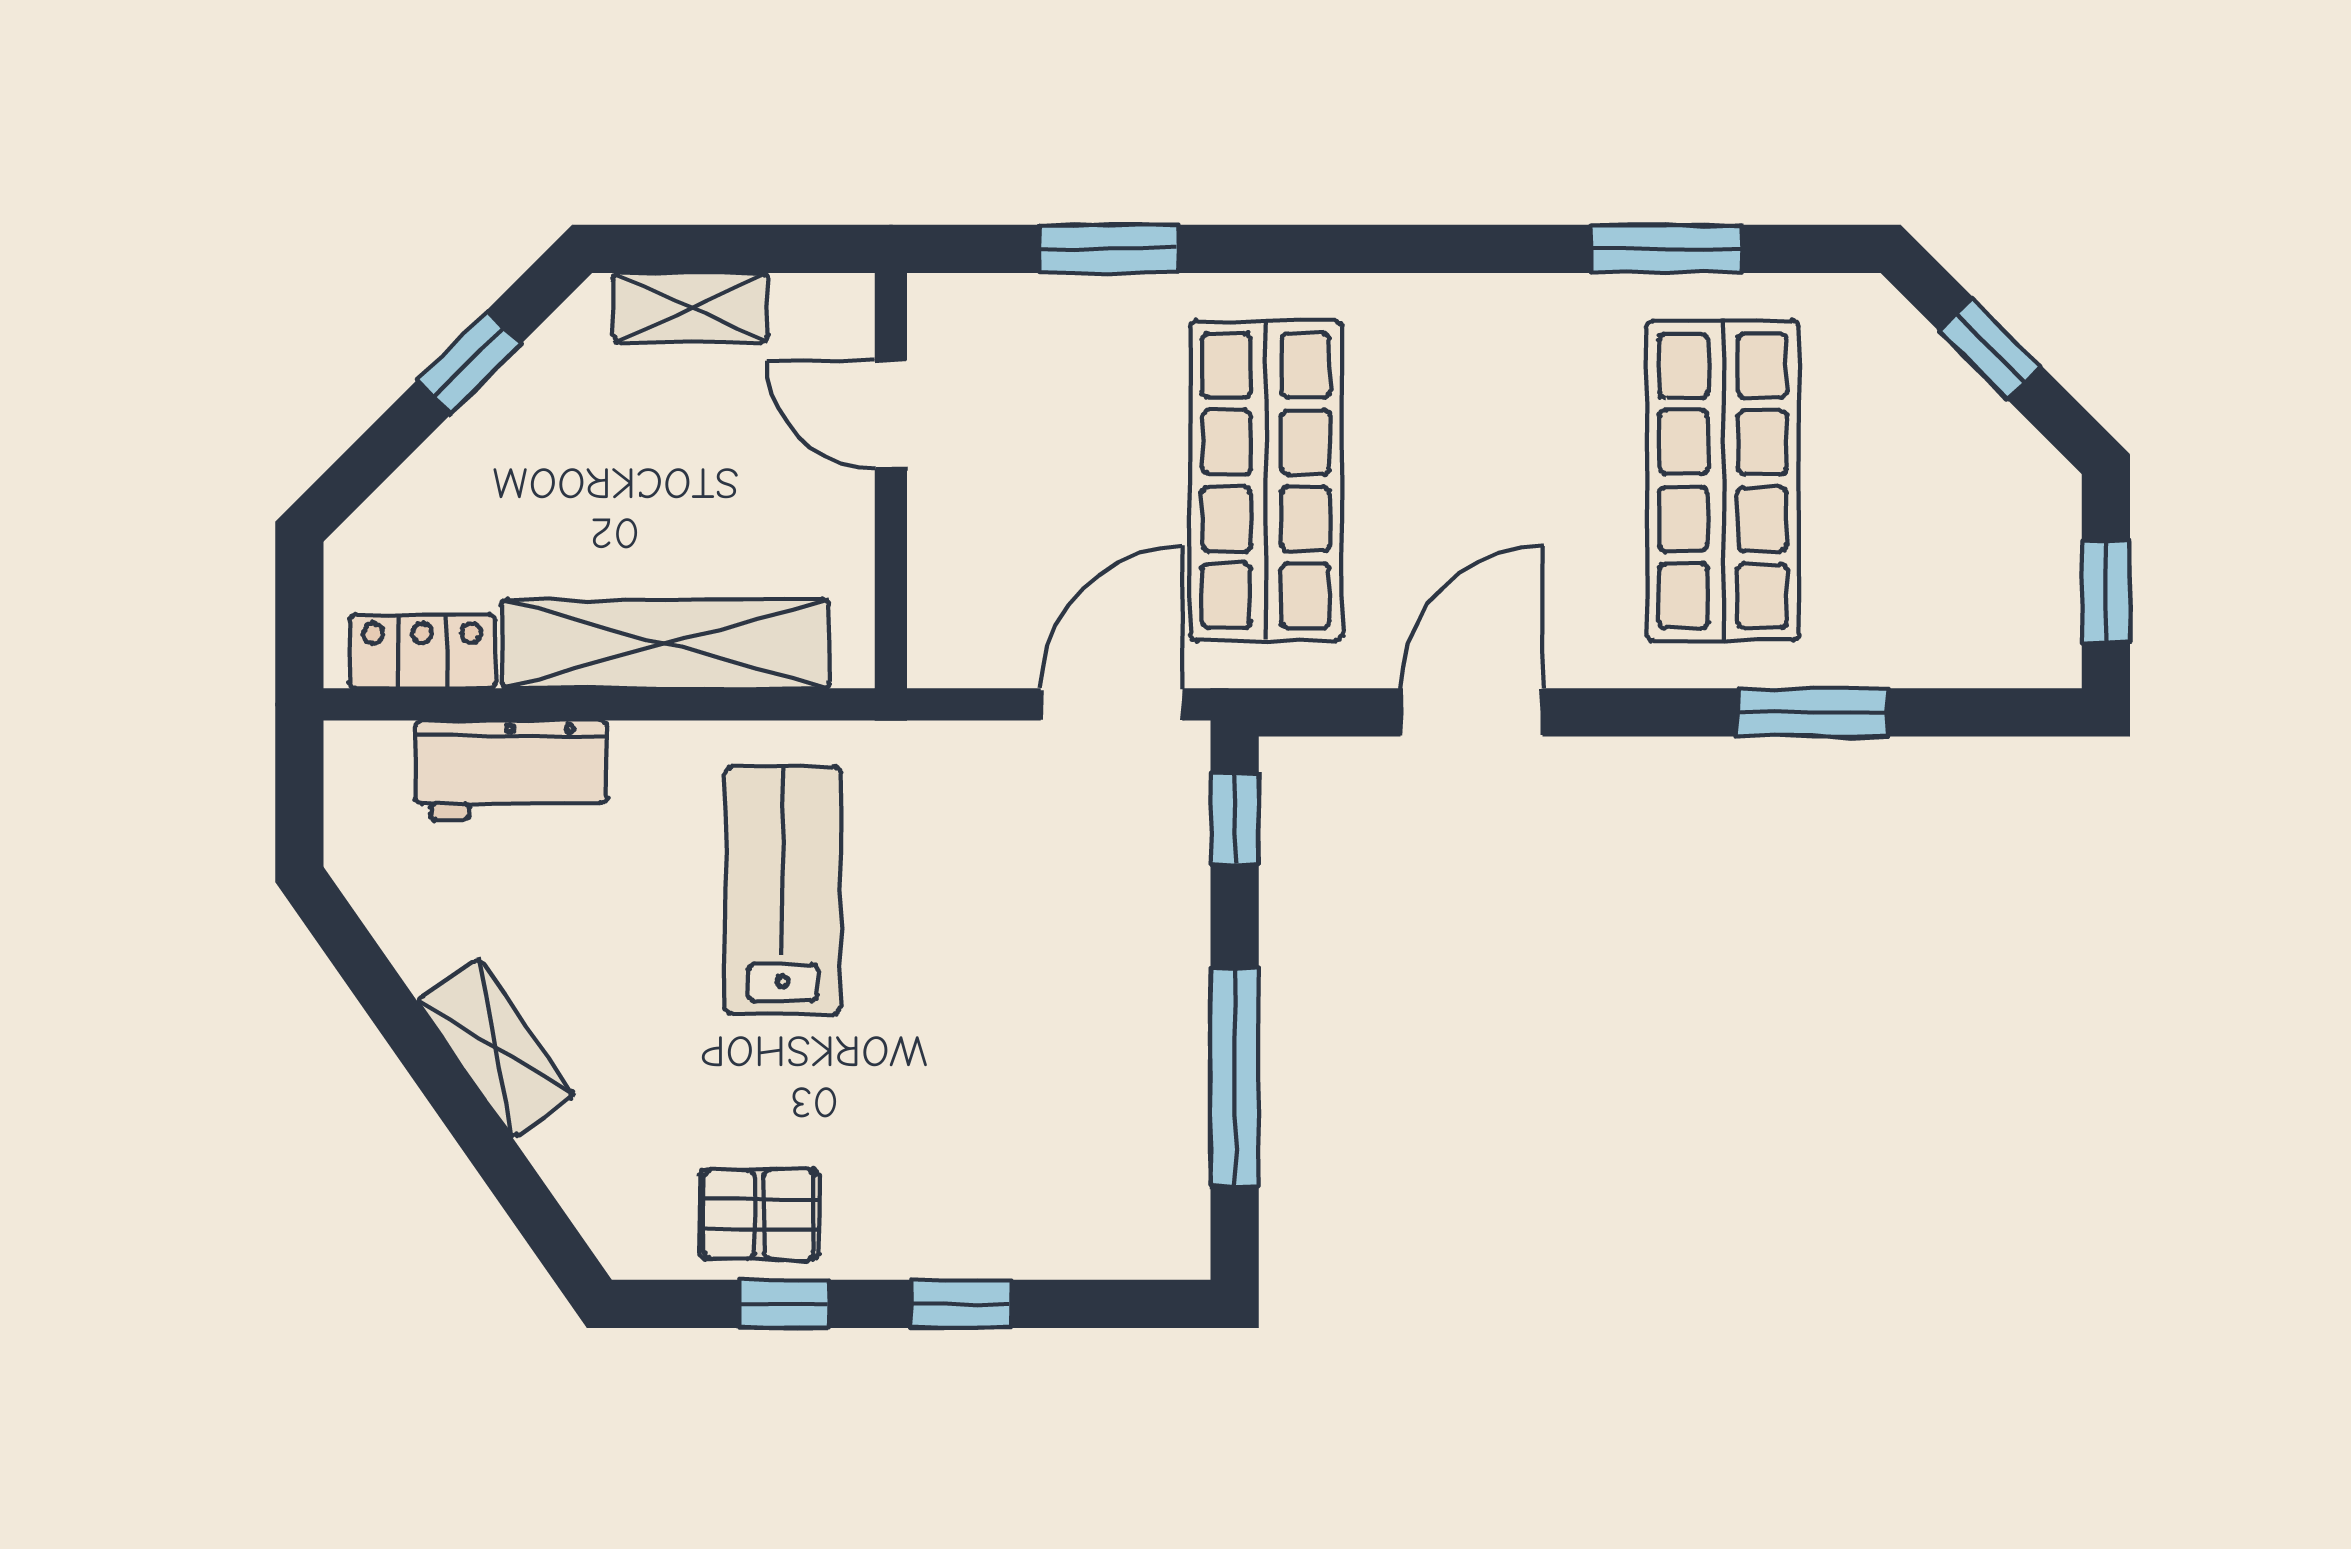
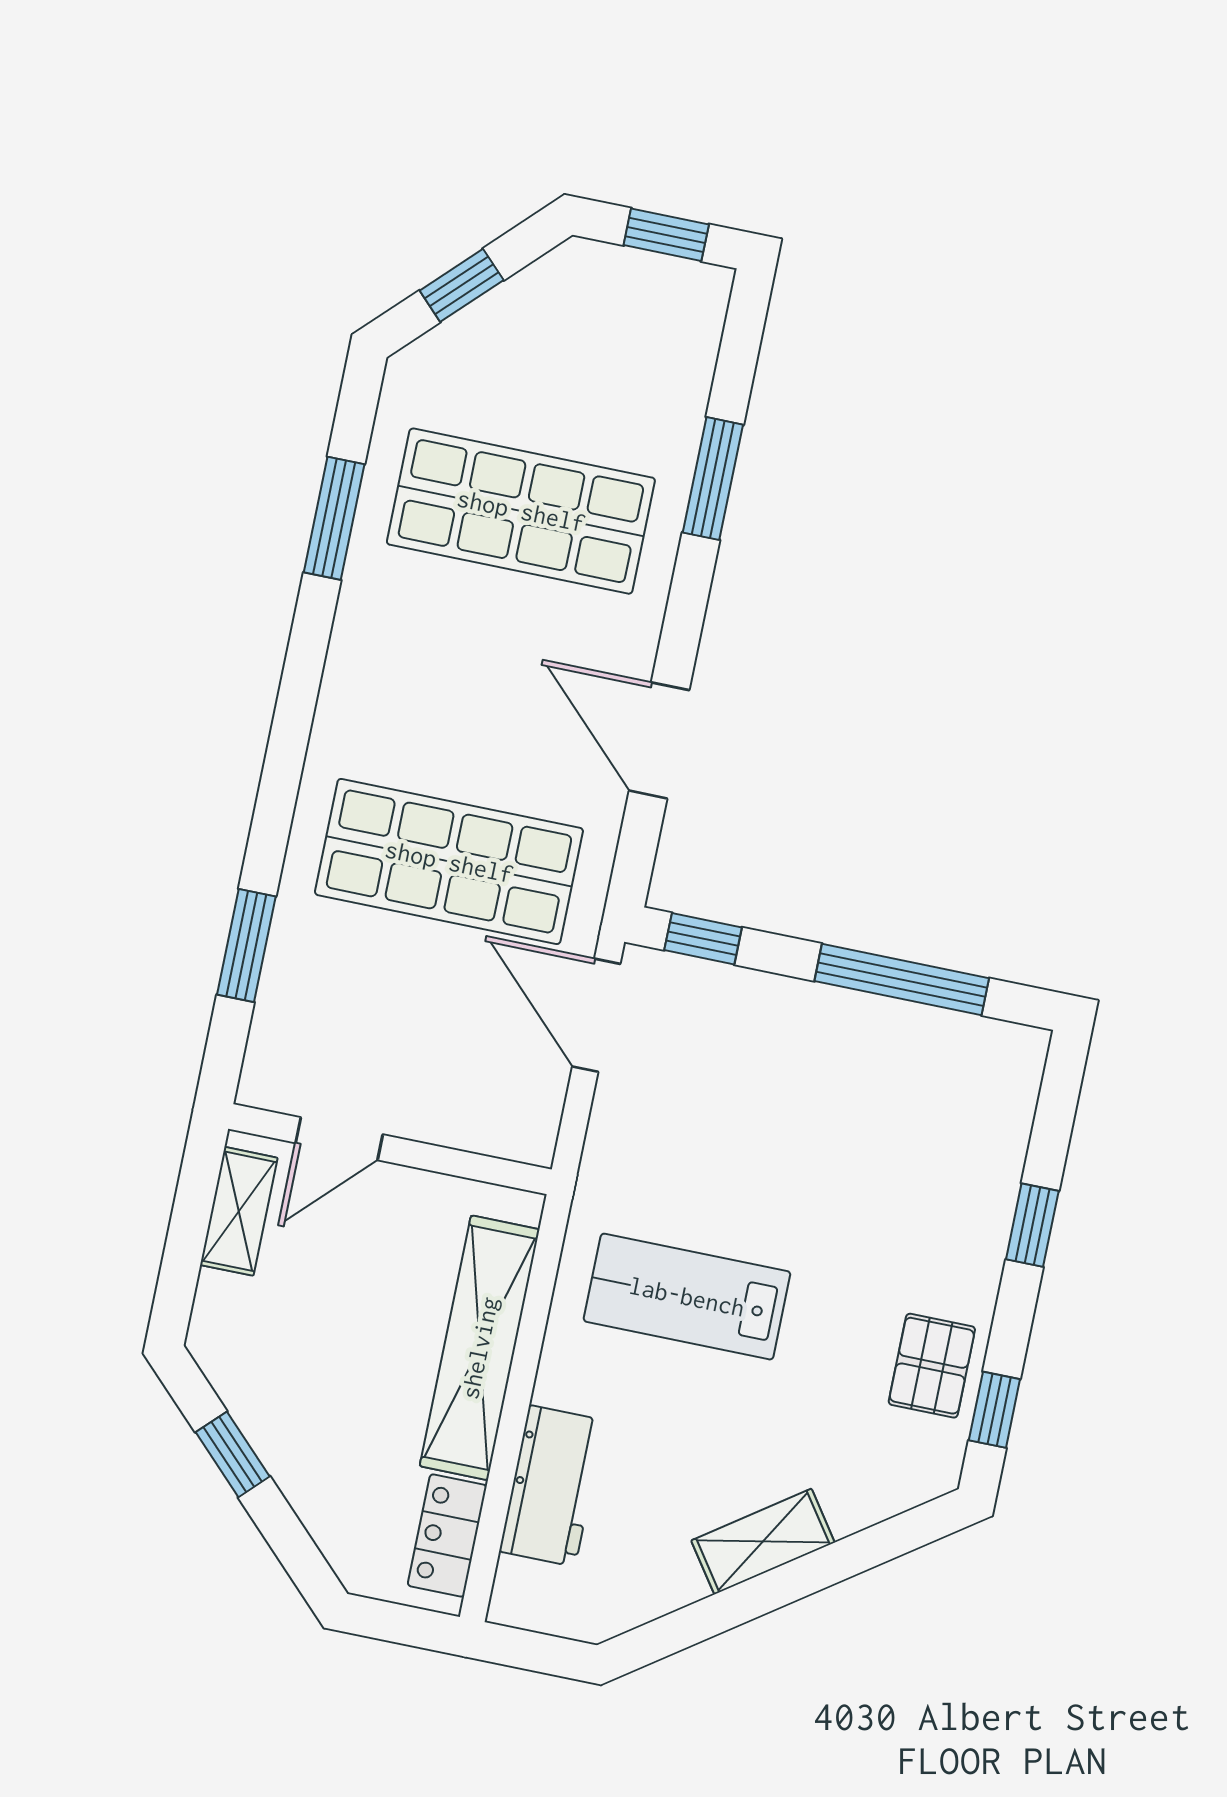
shelving: (691, 308) -> (239, 1211), moved
window: (784, 1304) -> (994, 1410), moved

